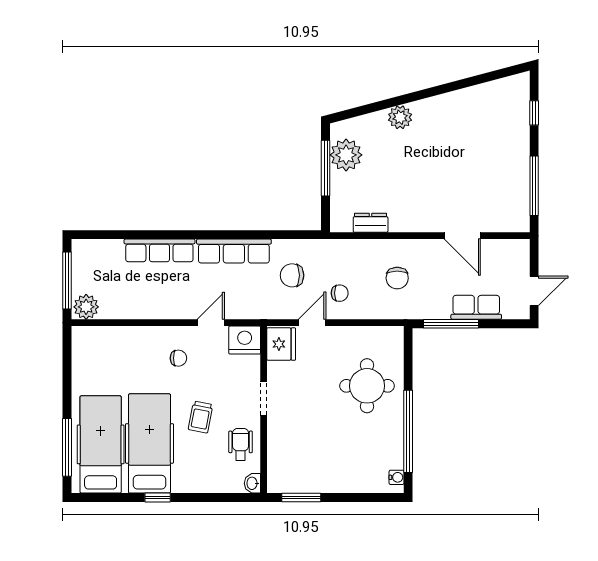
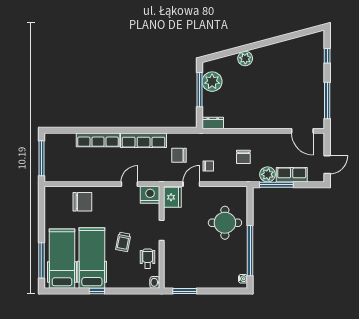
dresser: (371, 223) -> (213, 123), moved
door: (462, 236) -> (302, 131), moved
plant: (86, 307) -> (268, 174), moved
chair: (178, 358) -> (82, 202), moved, width x1.87, depth x1.87

